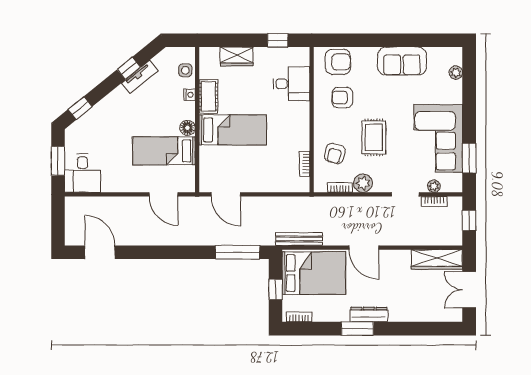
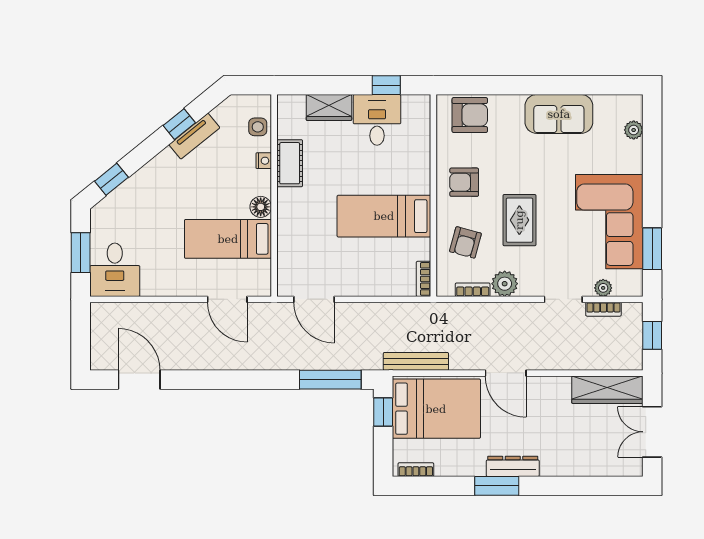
desk: (291, 84) -> (377, 120), moved, turned -90
armchair: (342, 97) -> (464, 182), moved
bed: (233, 130) -> (384, 216), moved, turned 180
bookcase: (305, 164) -> (424, 279), moved
window: (275, 289) -> (383, 412), moved

